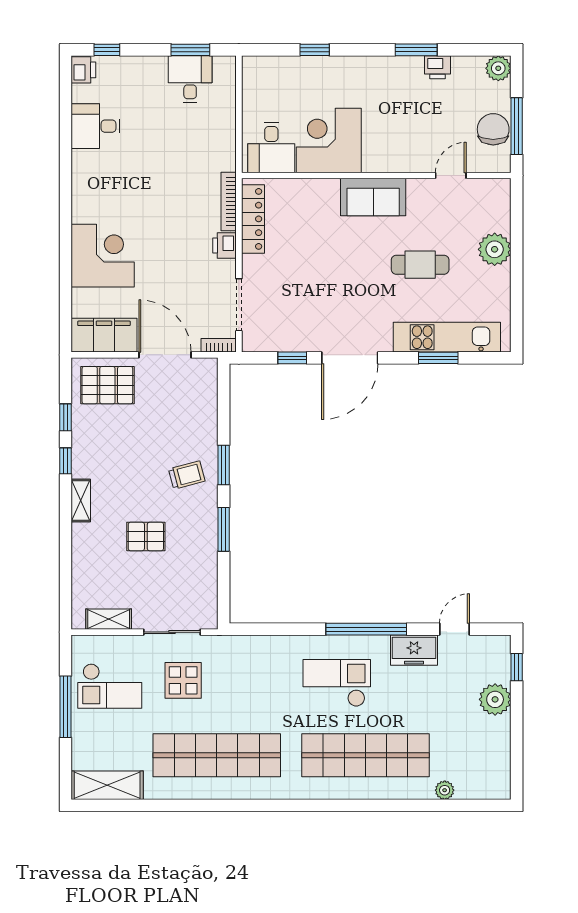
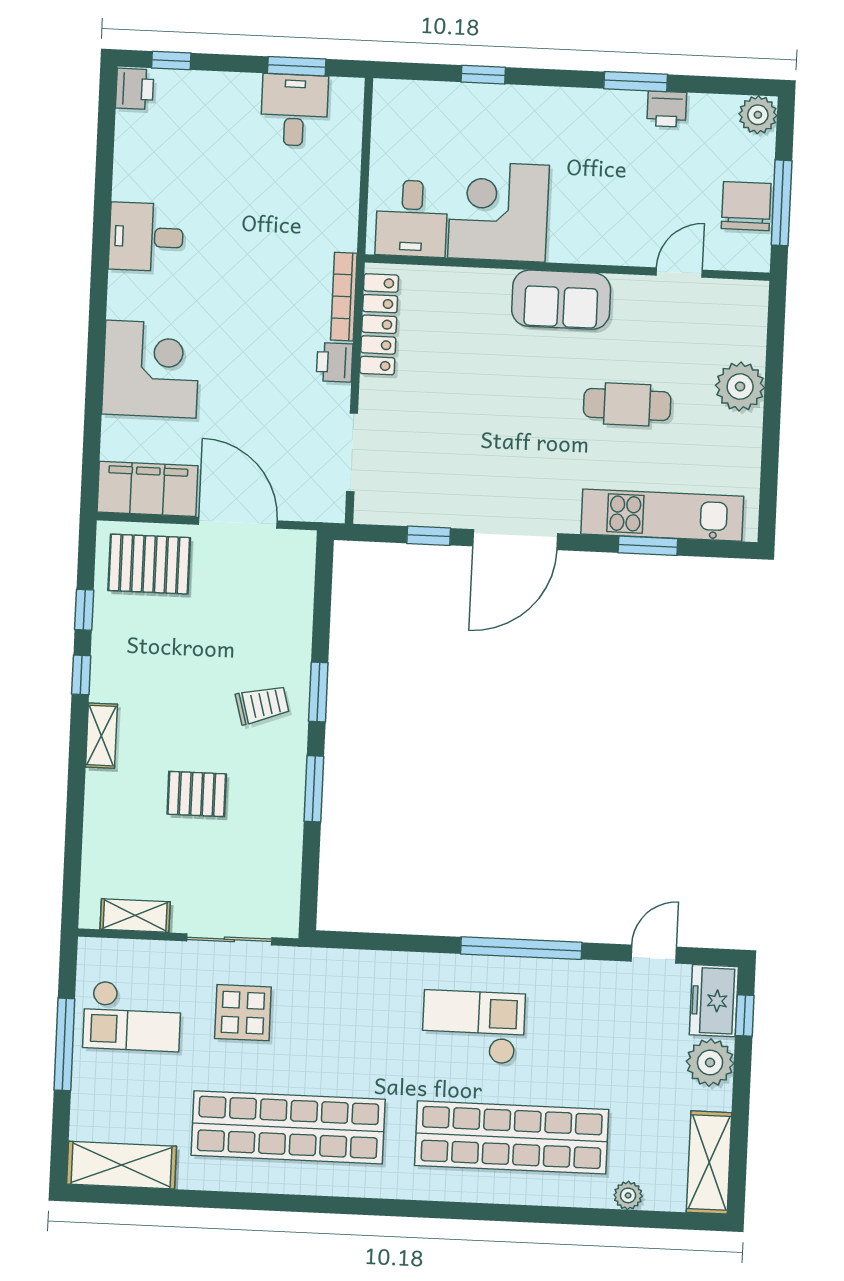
desk: (95, 126) -> (146, 237), moved
bookcase: (219, 345) -> (319, 512), removed
freezer: (414, 650) -> (714, 1001), moved, turned 90
shelving: (497, 766) -> (709, 1162), added

